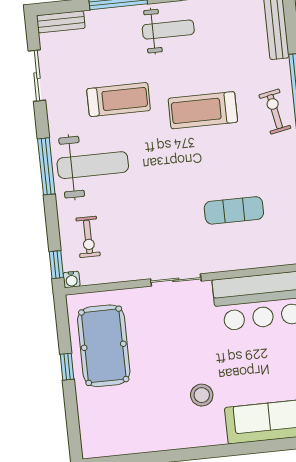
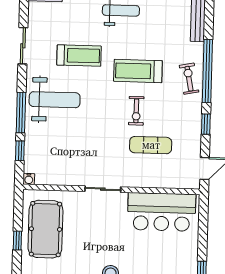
sliding door: (37, 76) -> (23, 46), moved
window: (46, 166) -> (21, 113), moved
exercise bike: (88, 237) -> (136, 111), moved
window: (56, 265) -> (20, 151), moved

